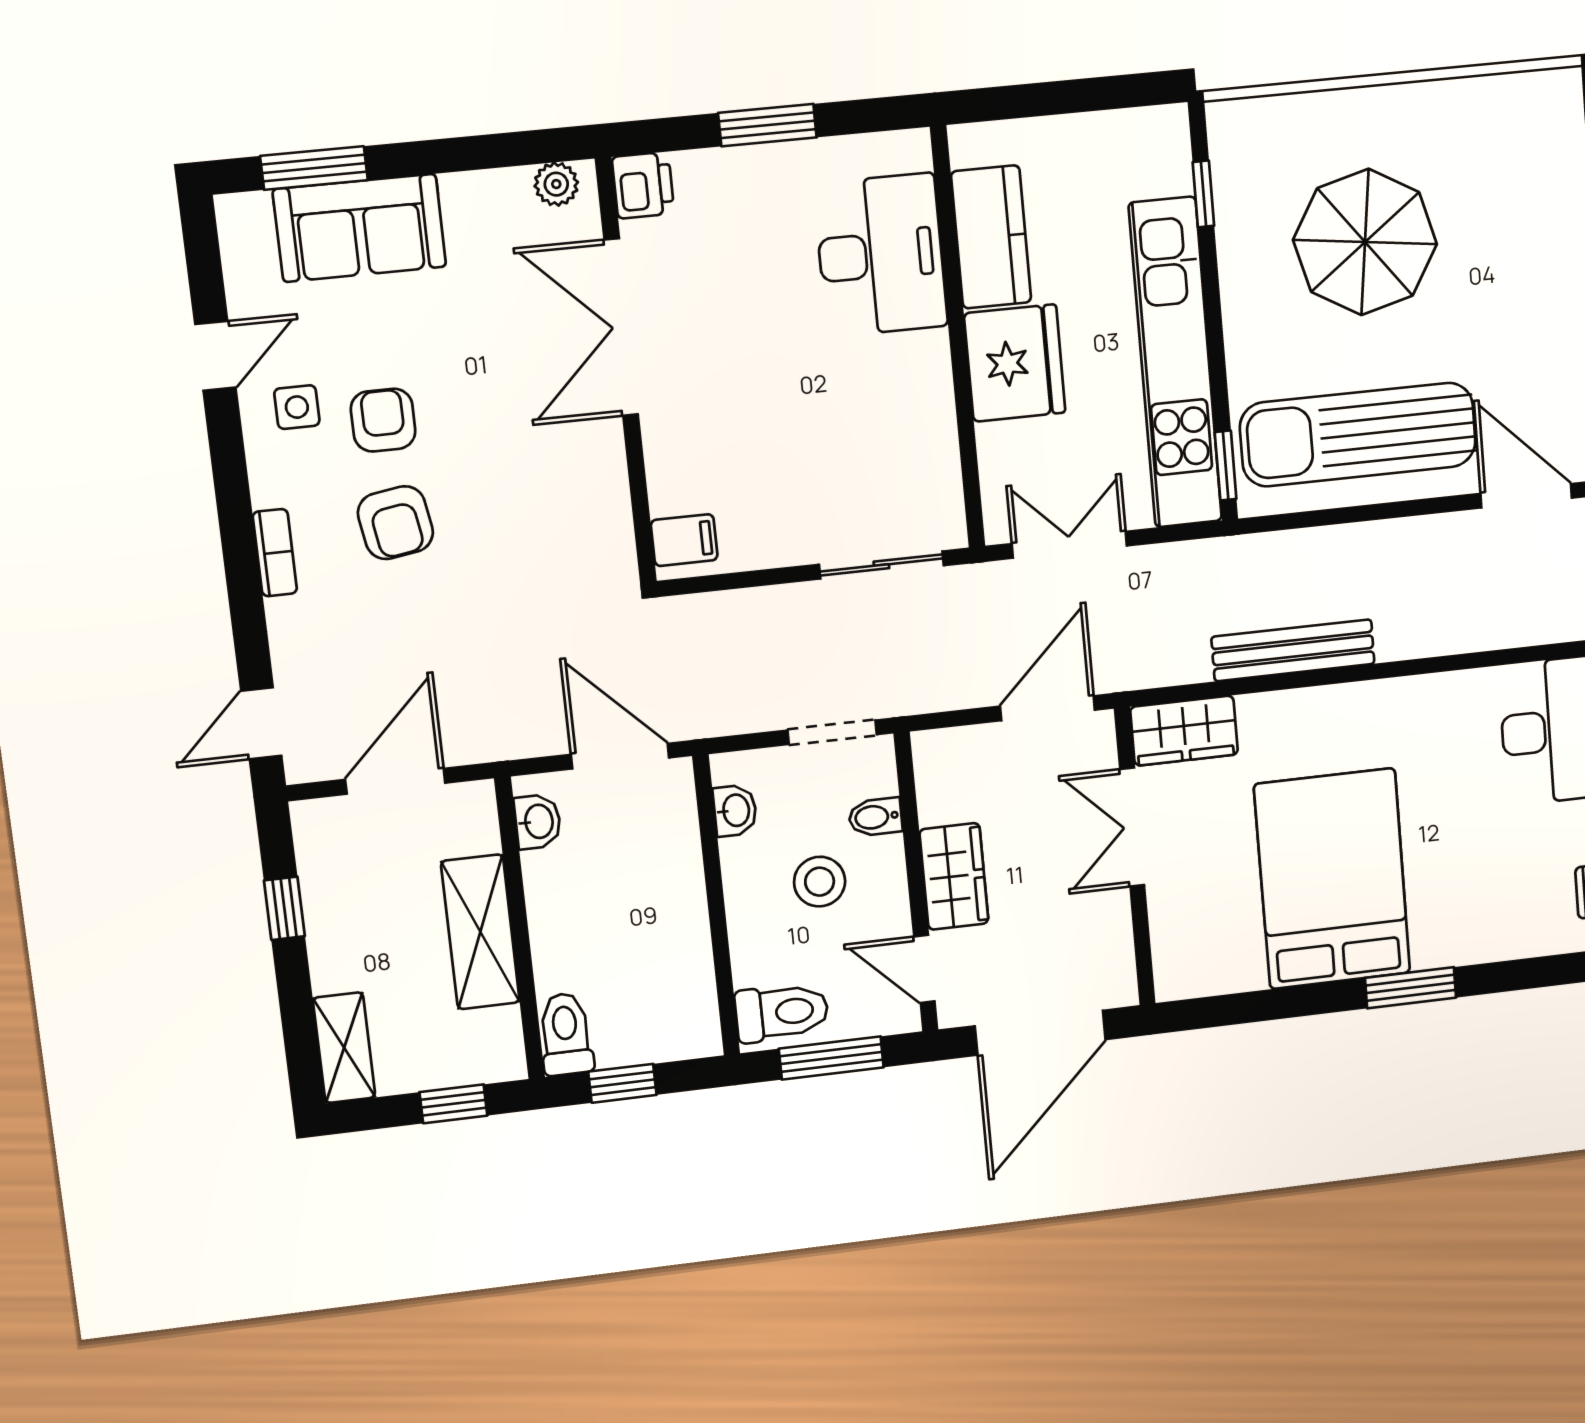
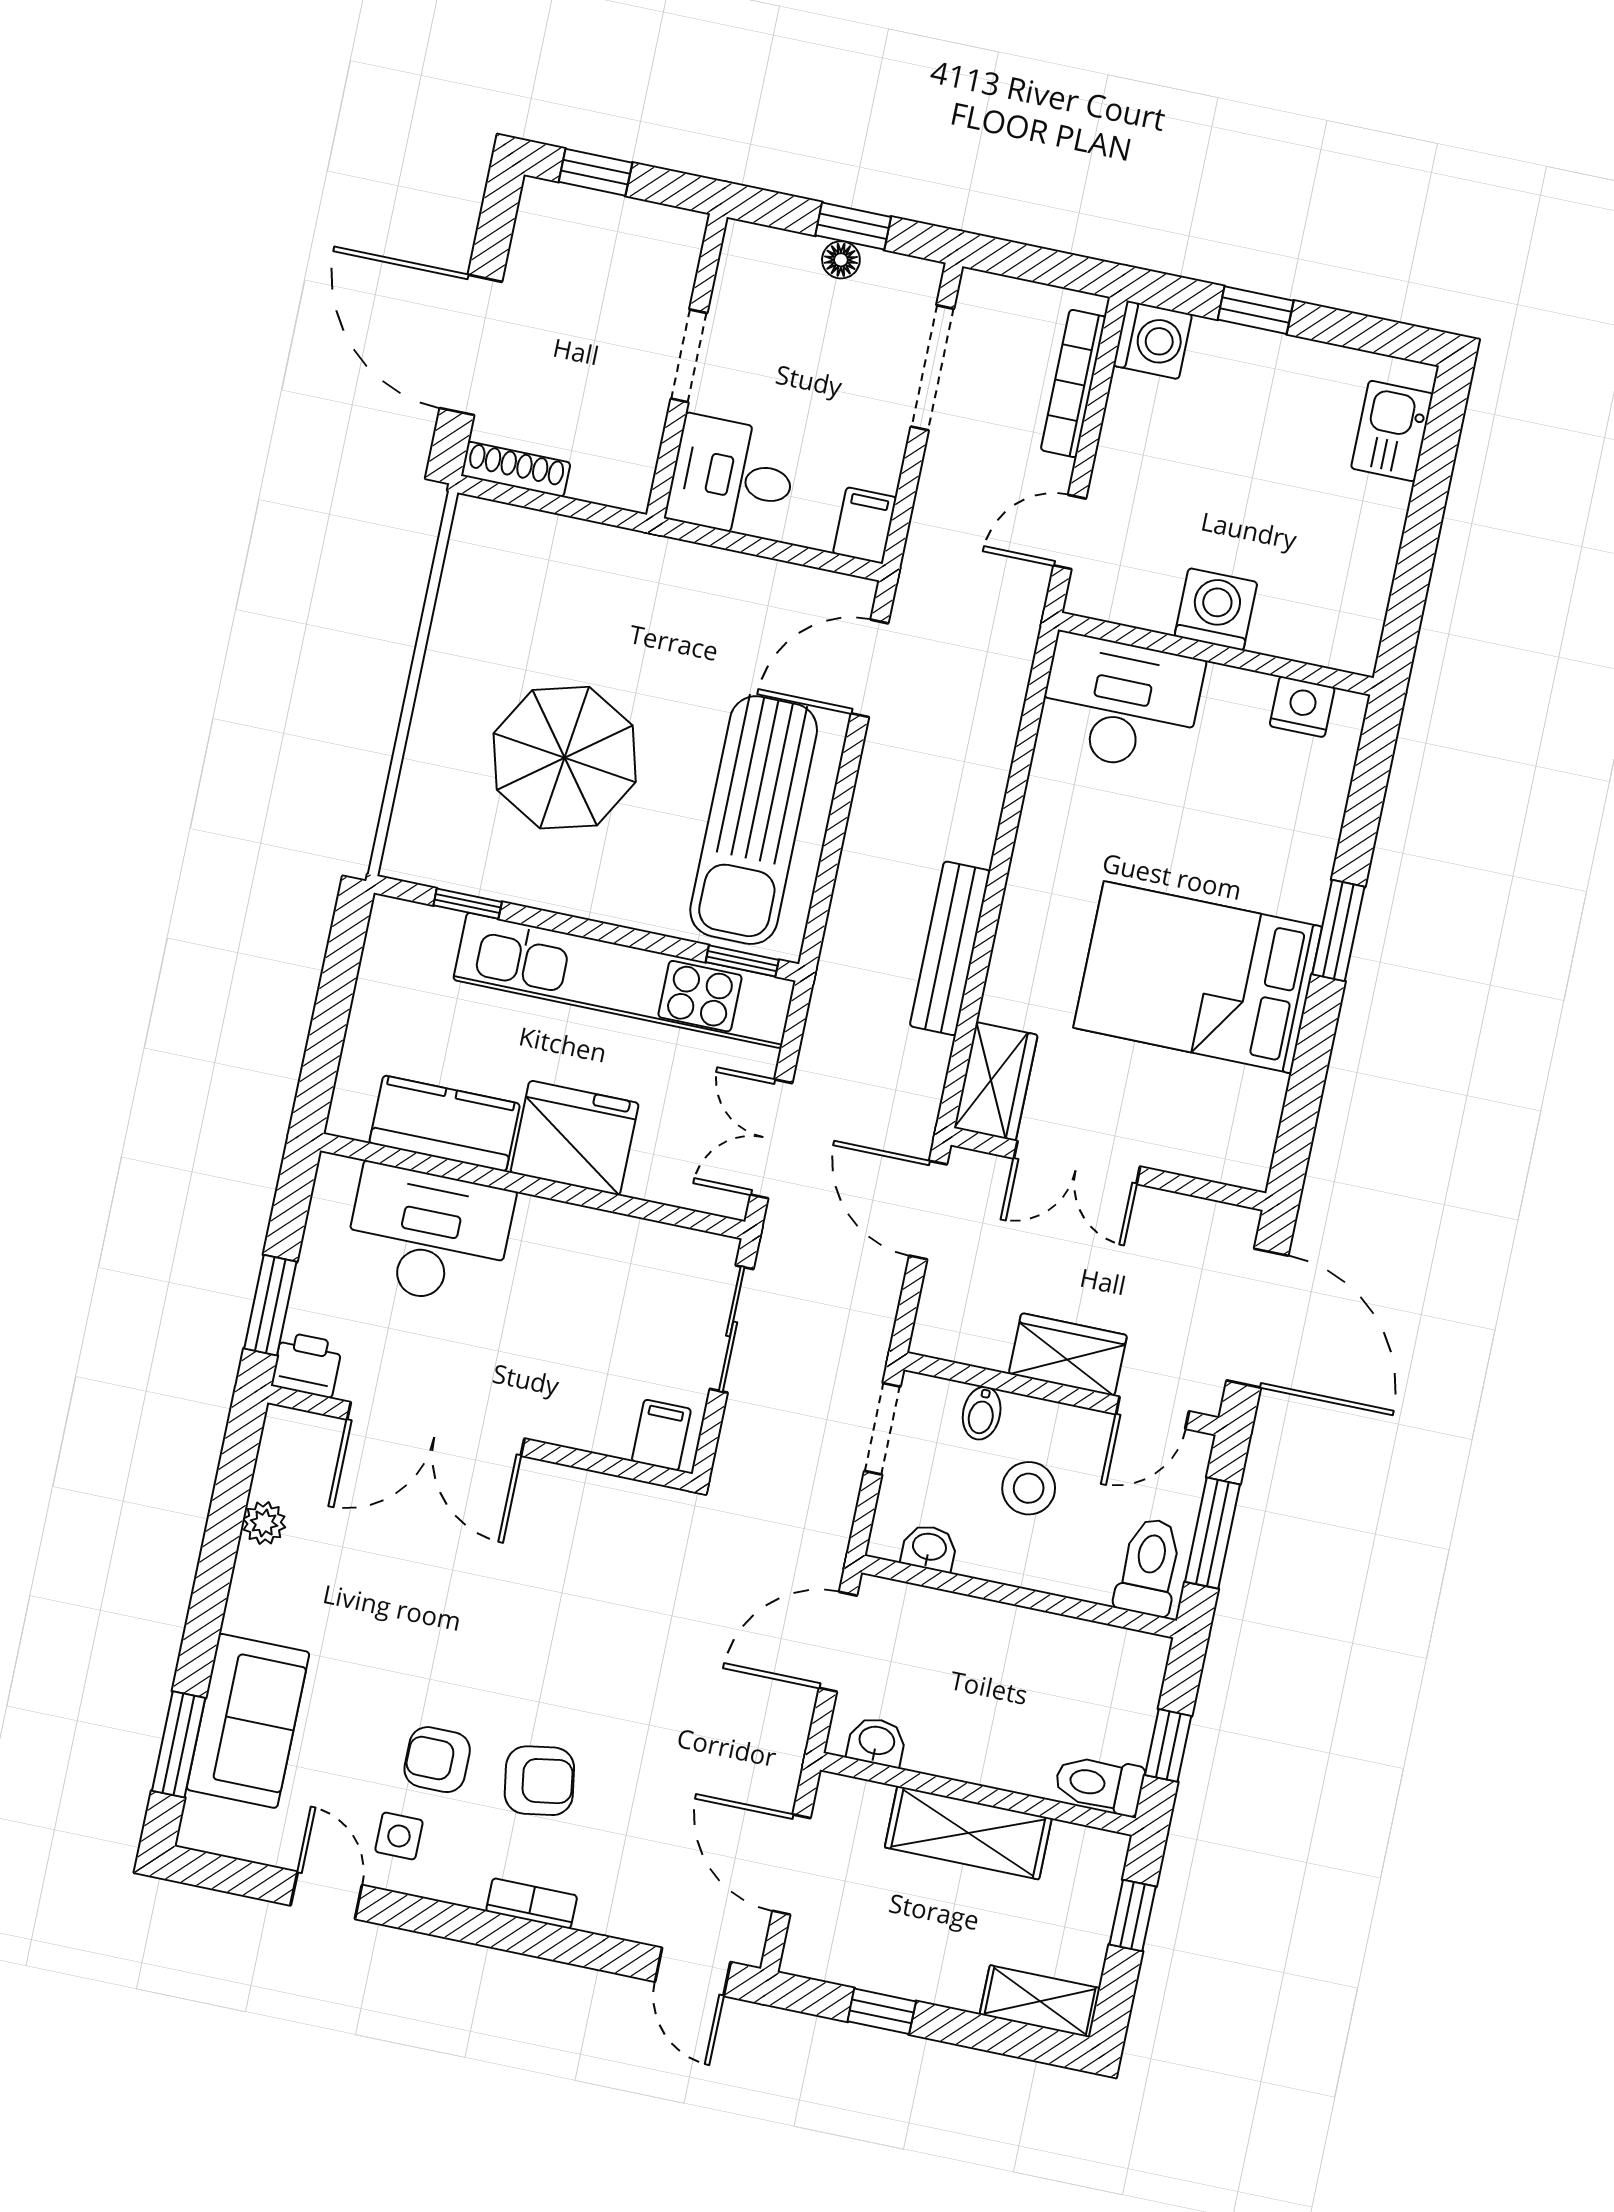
printer: (643, 185) -> (307, 1365), moved
double door: (621, 327) -> (436, 1429), moved
wall: (626, 372) -> (480, 1438), moved
filing cabinet: (684, 540) -> (661, 1435), moved

